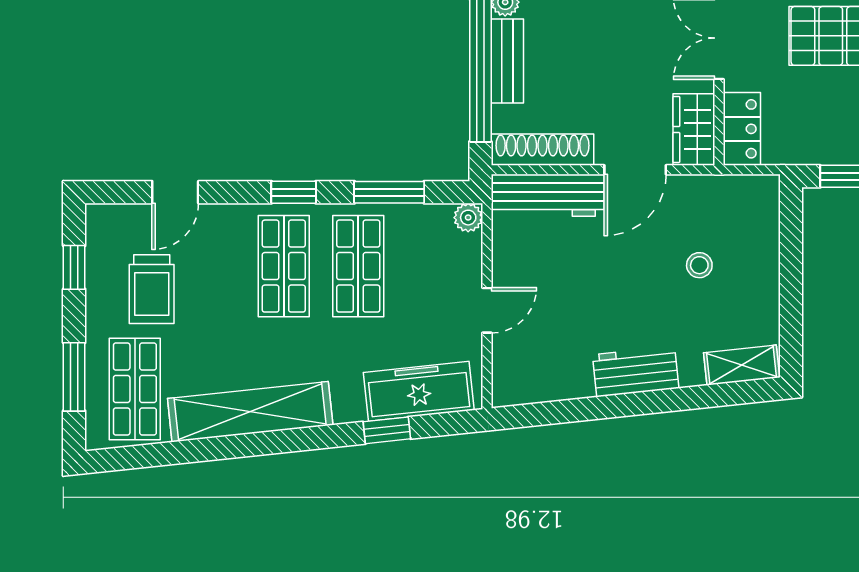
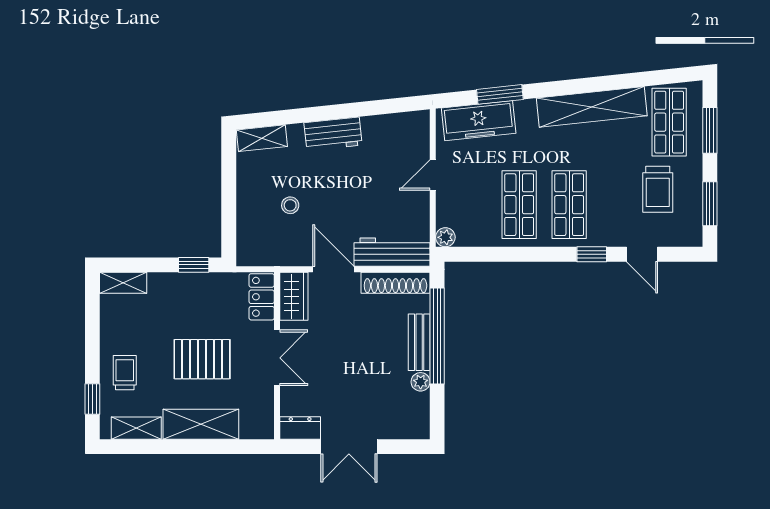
door: (635, 170) -> (333, 269), hinge flipped
door: (175, 192) -> (642, 254), swing flipped
window: (294, 192) -> (592, 254), moved
window: (389, 192) -> (498, 254), removed
window: (74, 267) -> (710, 204), width x1.50
trolley: (152, 289) -> (658, 189), turned 180
window: (387, 430) -> (500, 94), width x1.50

